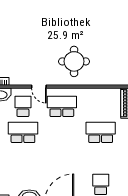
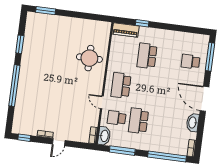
round table: (74, 61) -> (89, 58), moved
door: (39, 87) -> (102, 102), swing flipped

